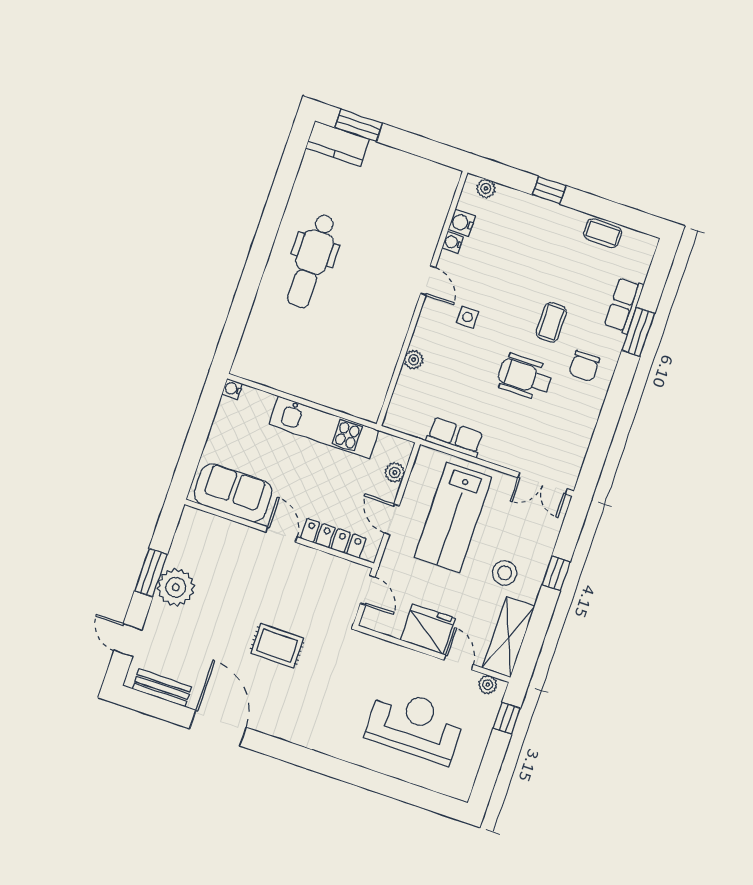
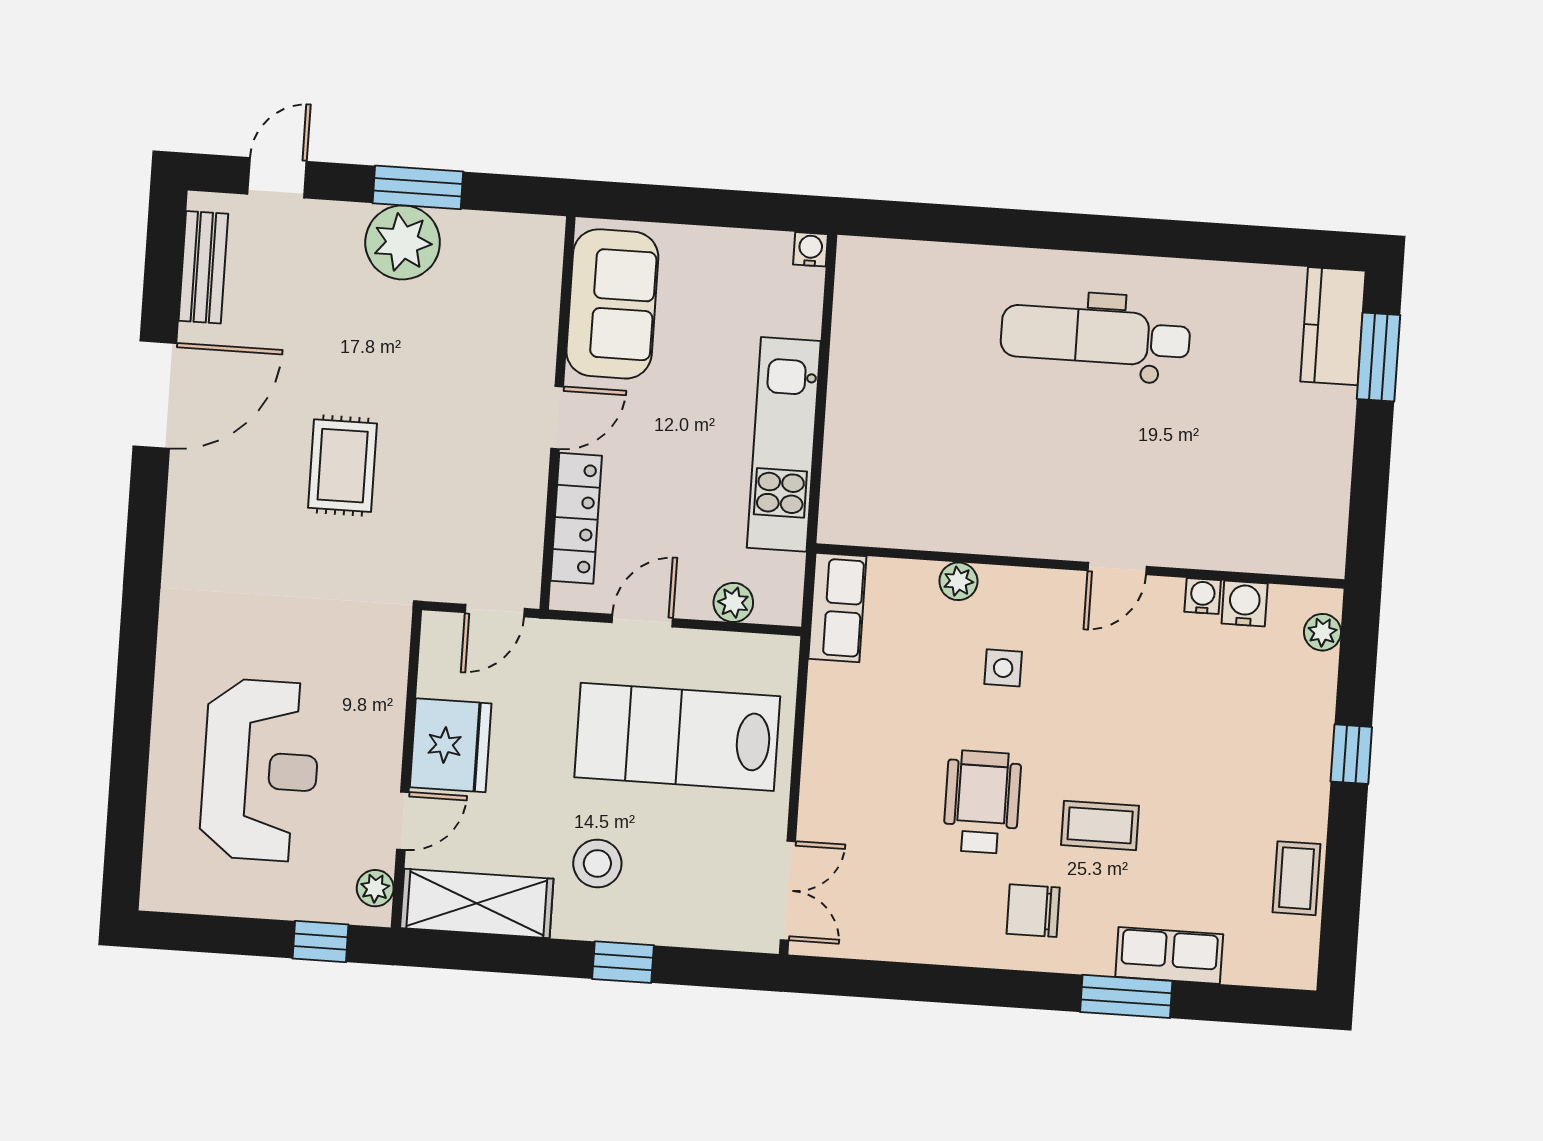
side table: (467, 317) -> (1003, 668), moved
row of seats: (455, 437) -> (837, 607), moved
double door: (543, 483) -> (788, 891), swing flipped

